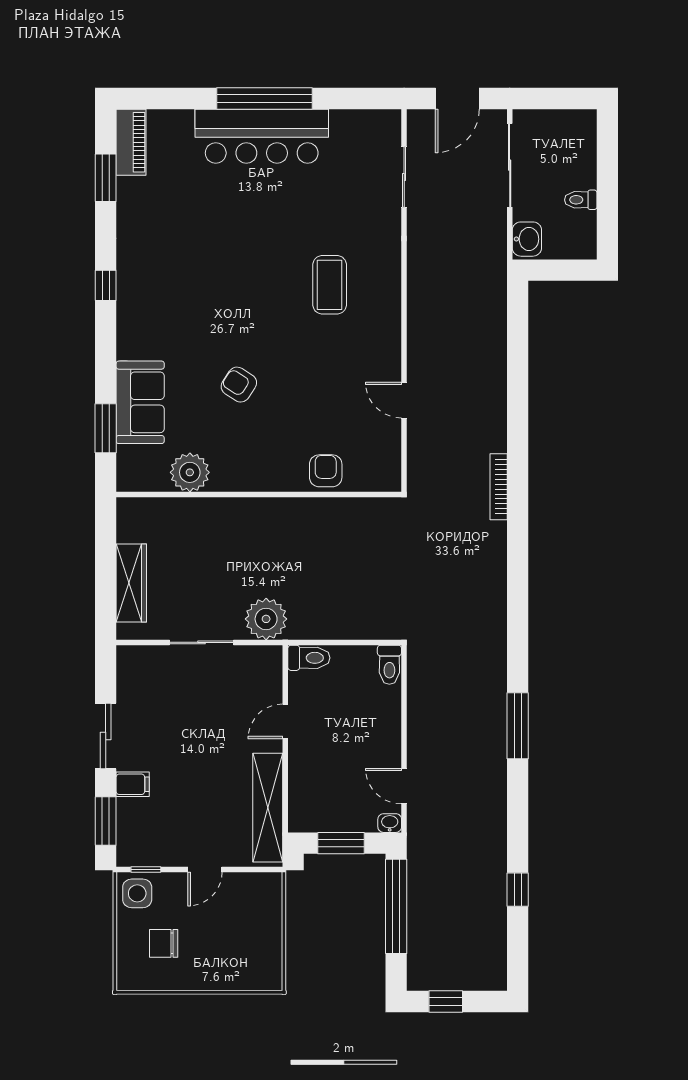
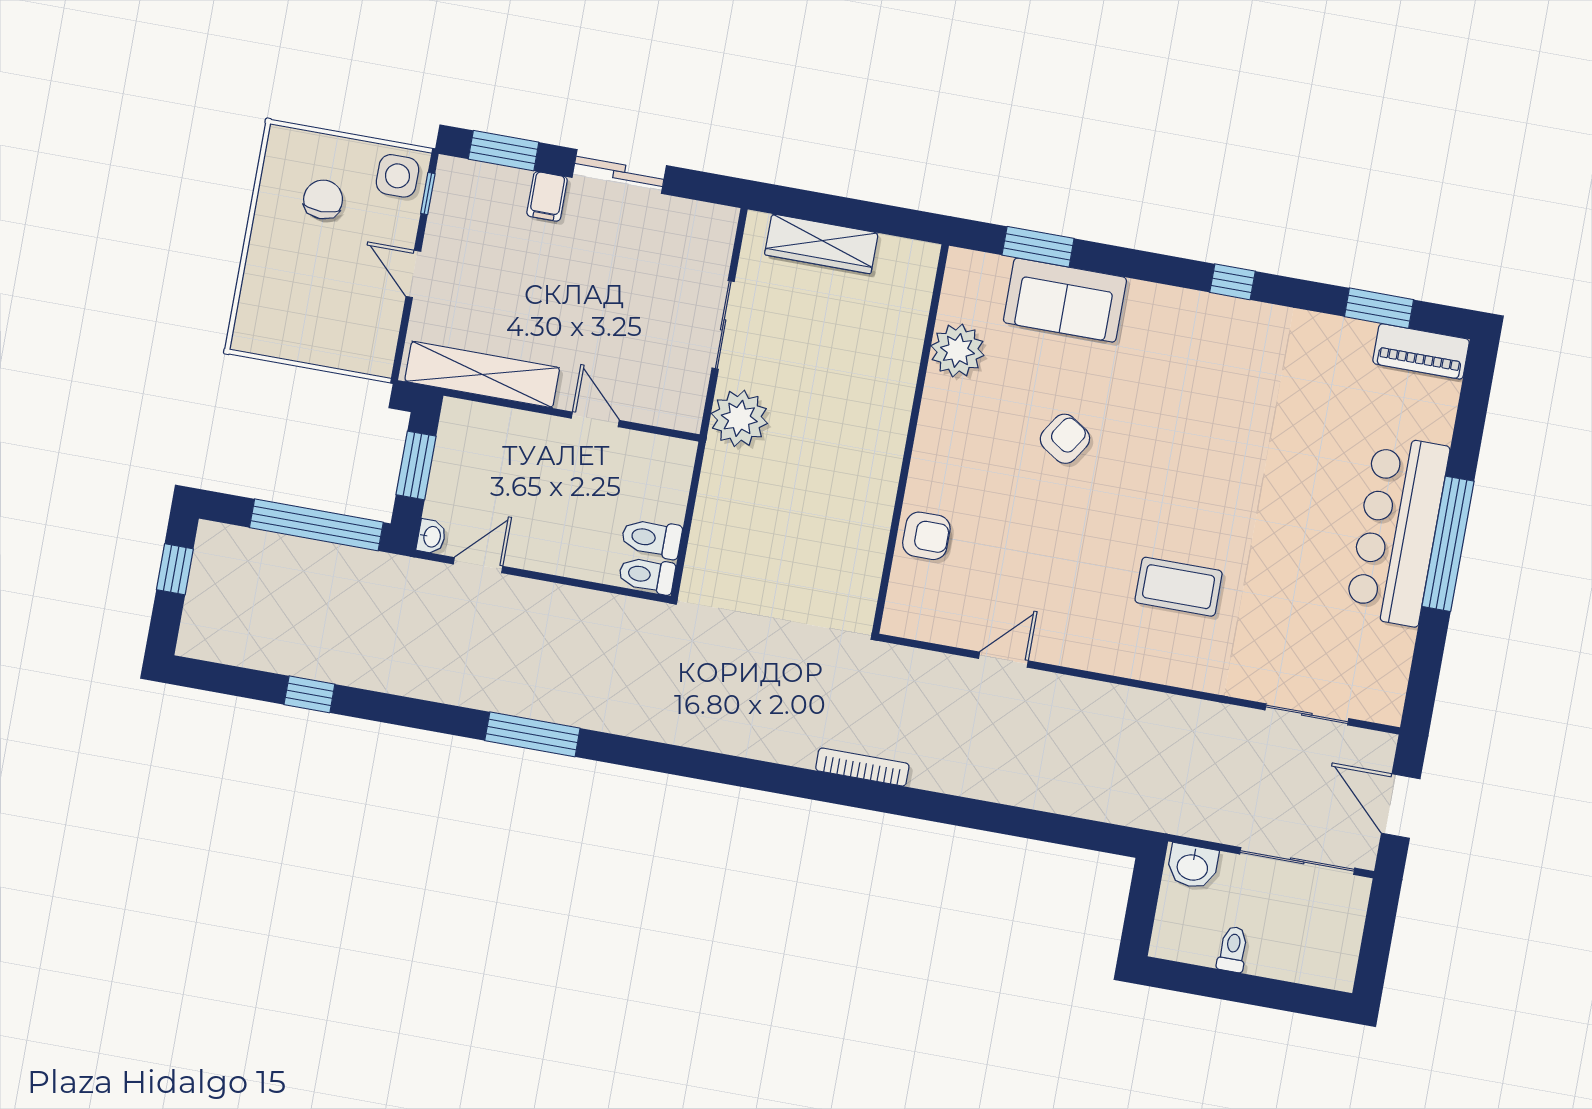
toilet: (309, 658) -> (652, 538), moved, turned 90

